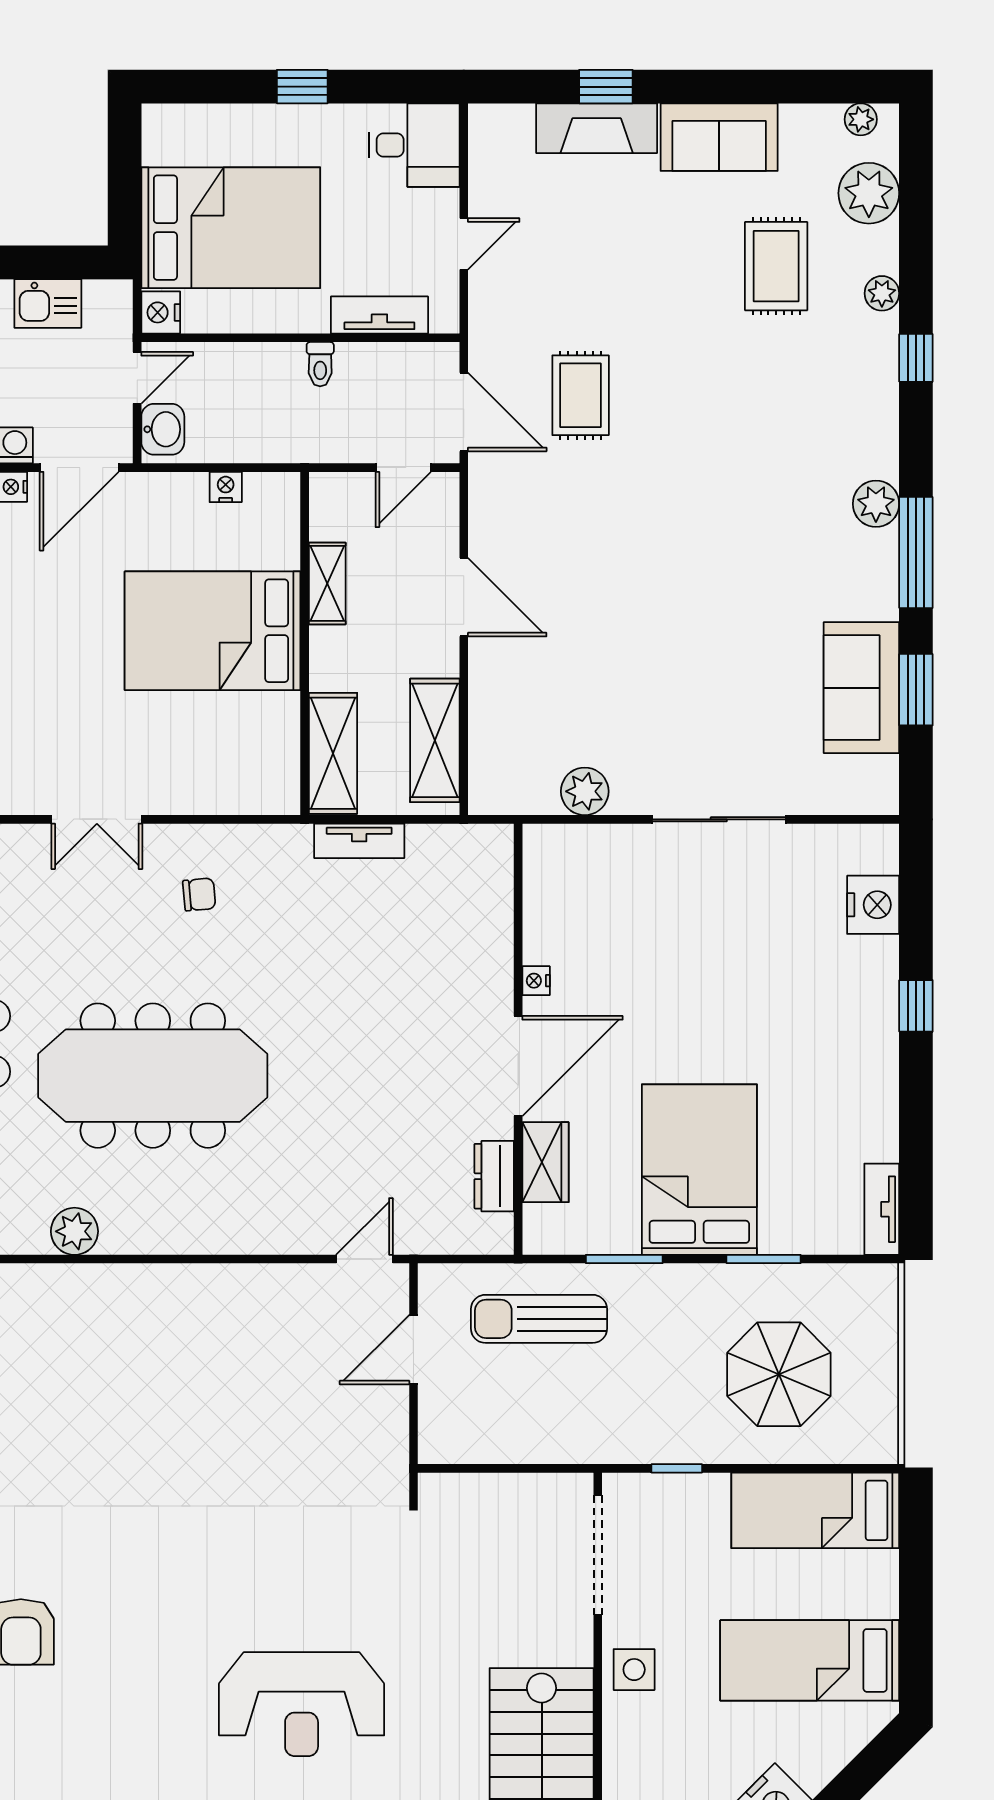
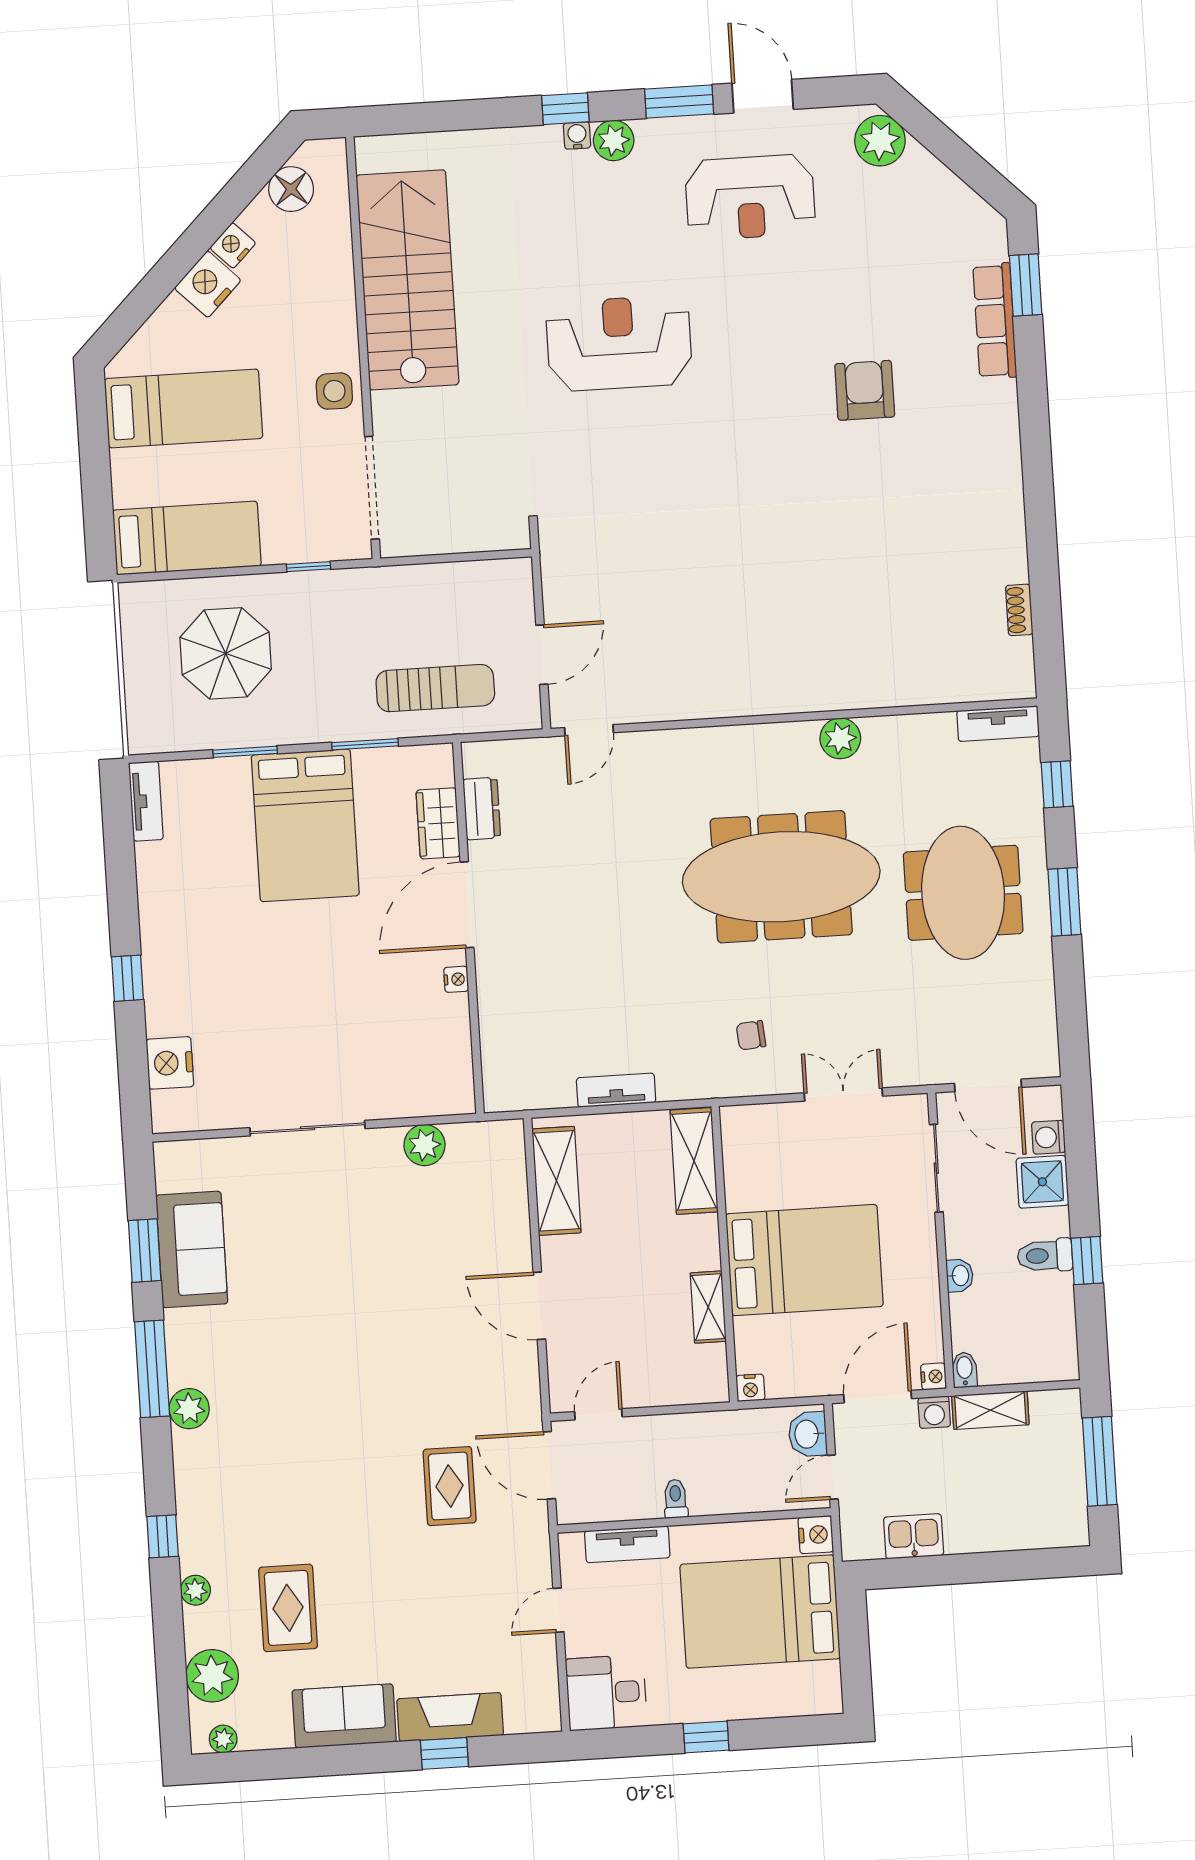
shelving: (327, 583) -> (708, 1307), moved
bed: (213, 631) -> (804, 1260), moved
wall: (305, 643) -> (724, 1254), moved
shelving: (333, 753) -> (694, 1161), moved

